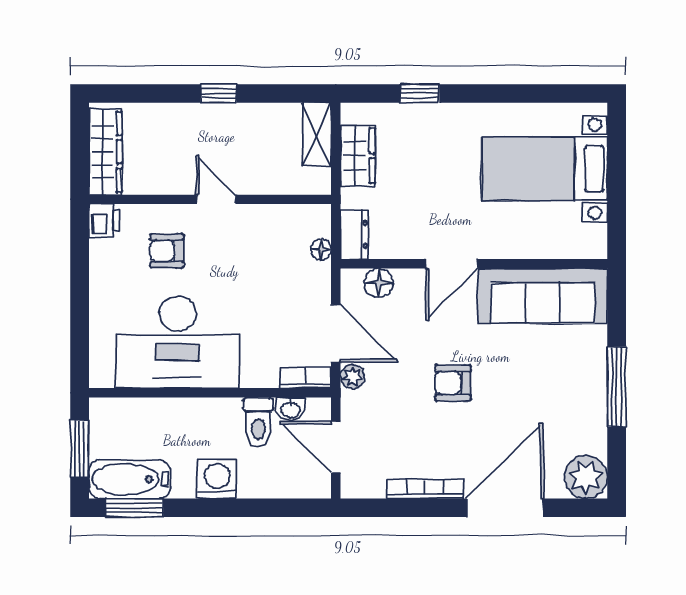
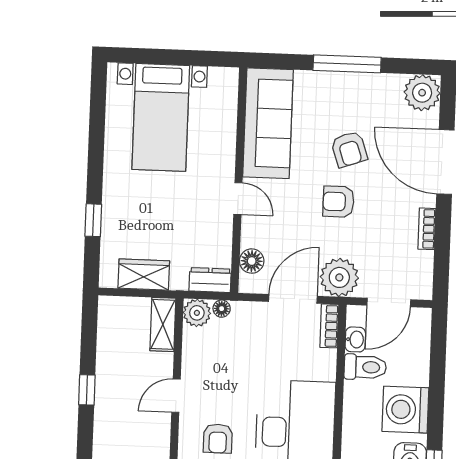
shelving: (317, 134) -> (163, 324), moved, turned 90
plant: (315, 220) -> (197, 313), added
door: (452, 264) -> (238, 199), width x0.73
plant: (353, 377) -> (339, 277), width x1.88, depth x1.88
armchair: (453, 383) -> (339, 202), turned 90
armchair: (516, 393) -> (349, 149), added
washing machine: (217, 479) -> (405, 410), width x1.37, depth x1.37
bookcase: (425, 489) -> (427, 229), width x0.64

